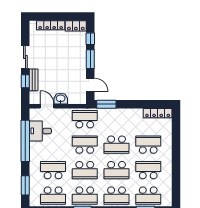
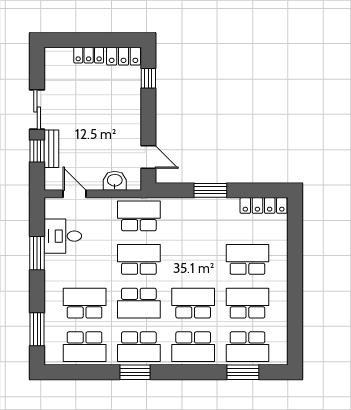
locker: (51, 25) -> (89, 55), width x0.66
window: (90, 59) -> (148, 113), removed
washbasin: (61, 99) -> (115, 181), moved
window: (106, 104) -> (210, 190), moved
window: (25, 141) -> (37, 253), width x0.47
school desk: (117, 145) -> (193, 259), removed
school desk: (117, 170) -> (193, 303), turned 180

